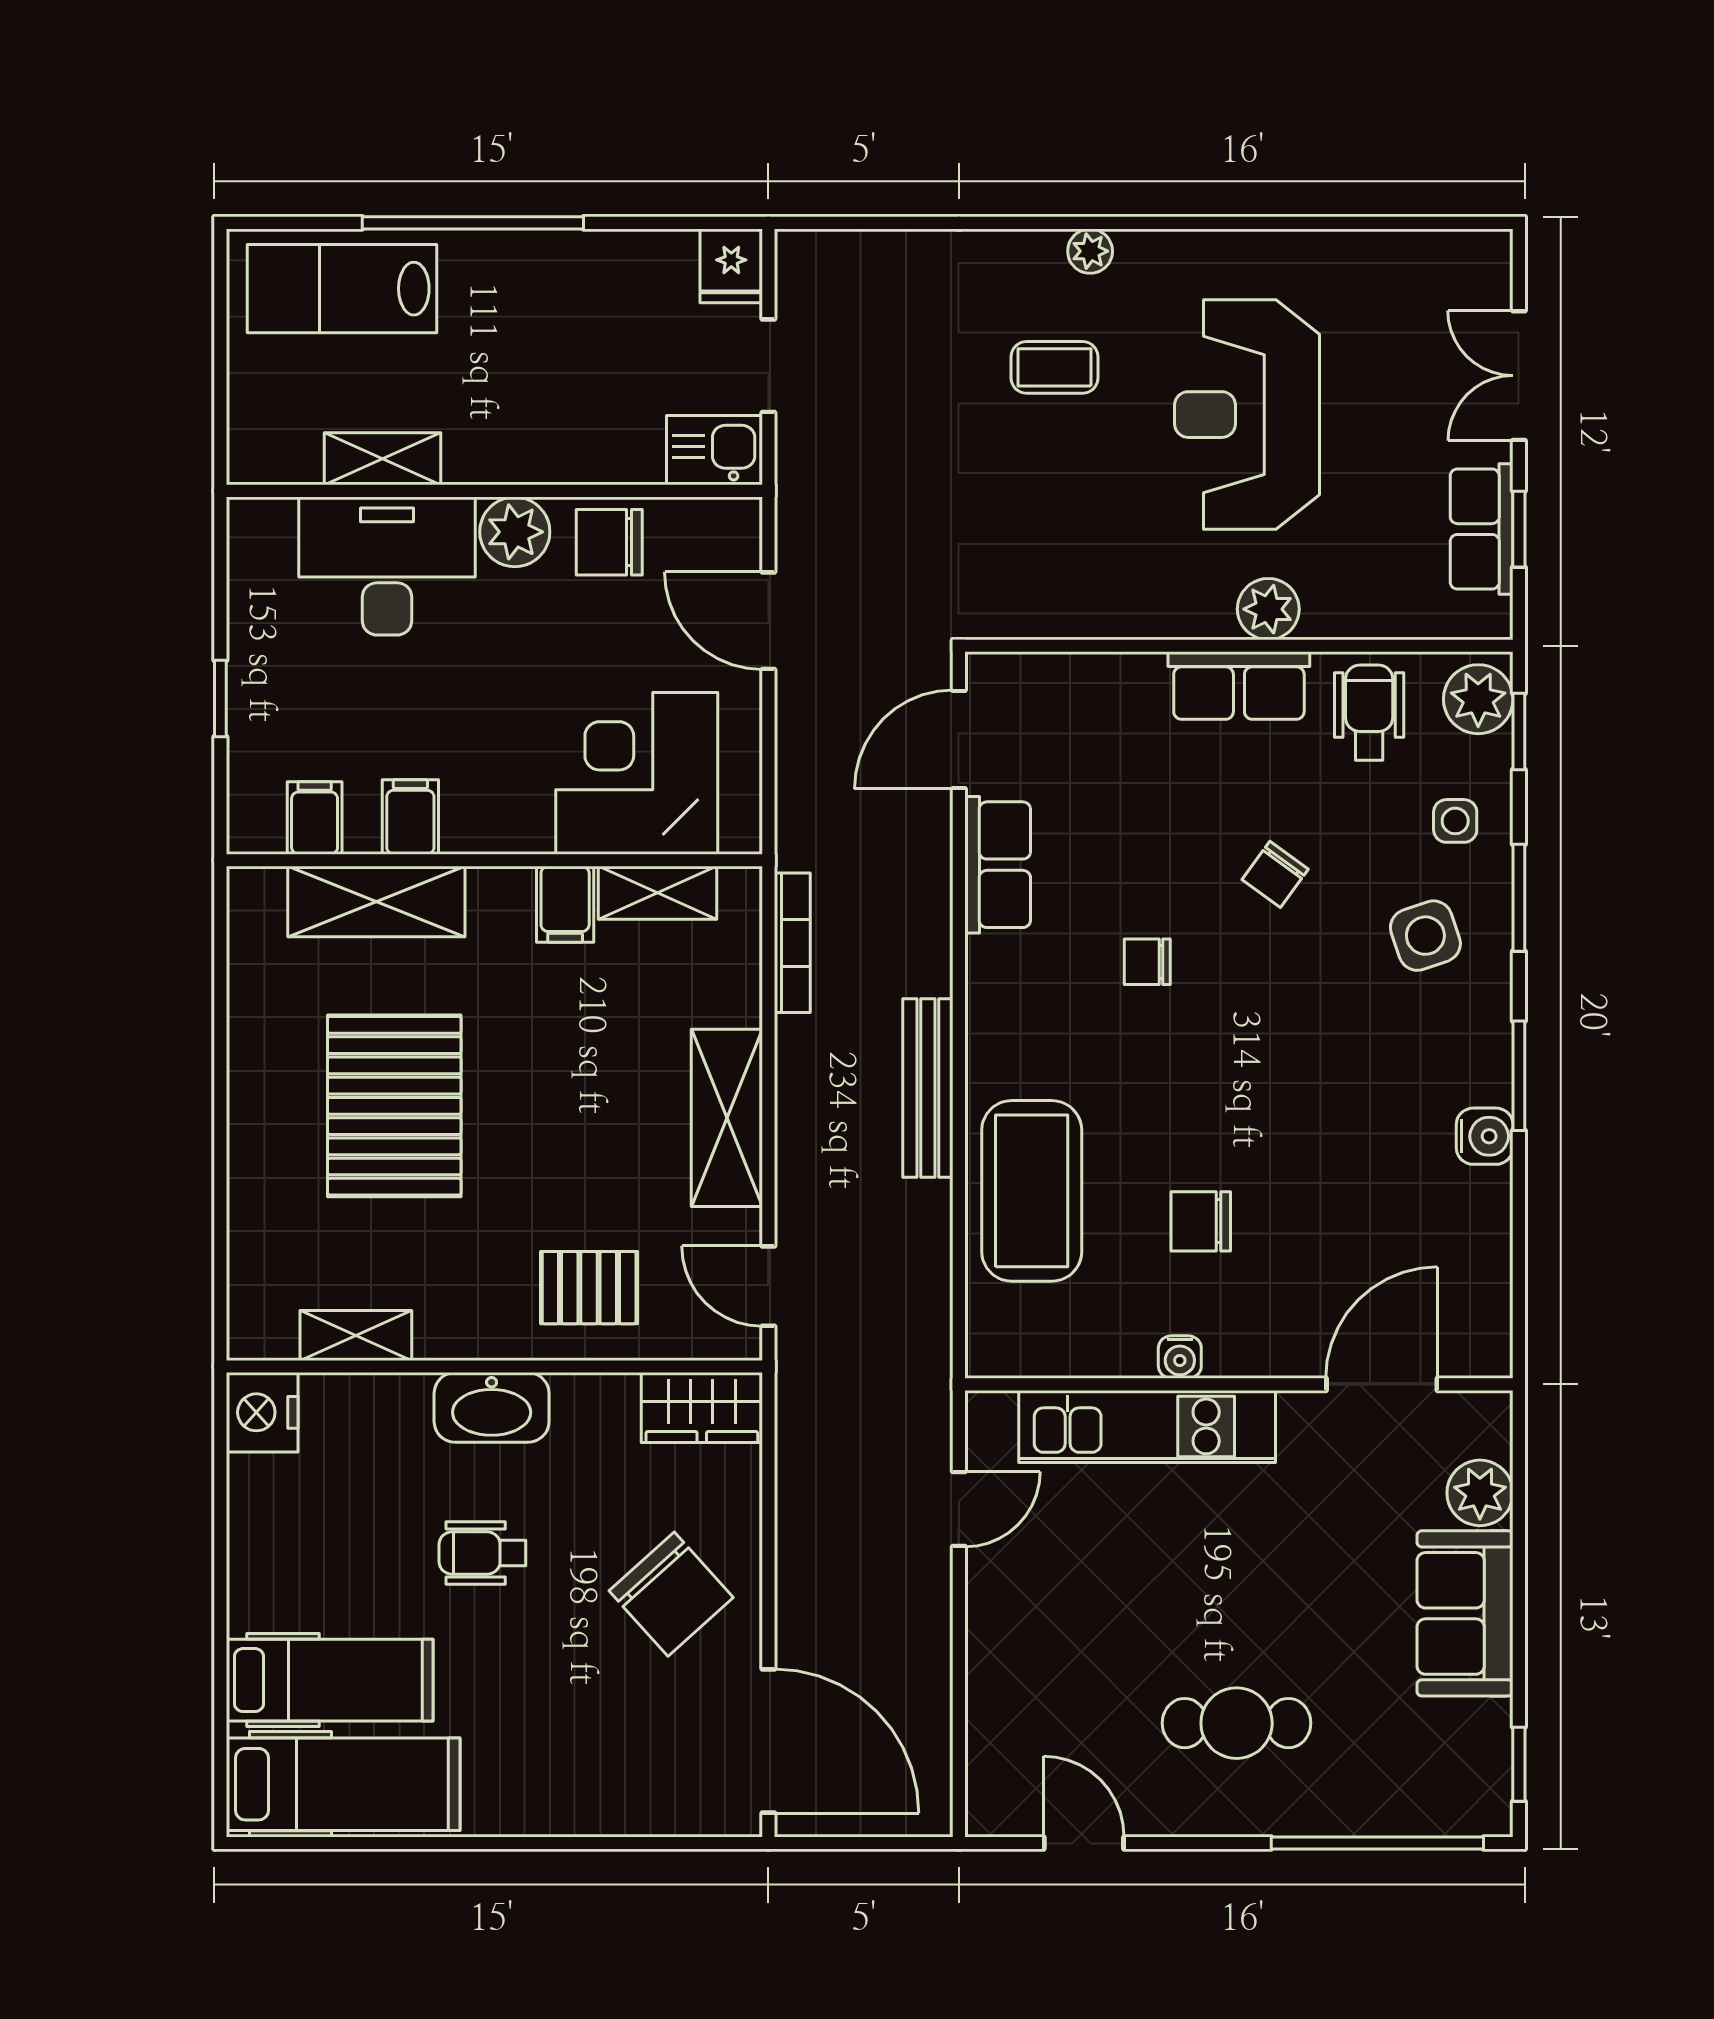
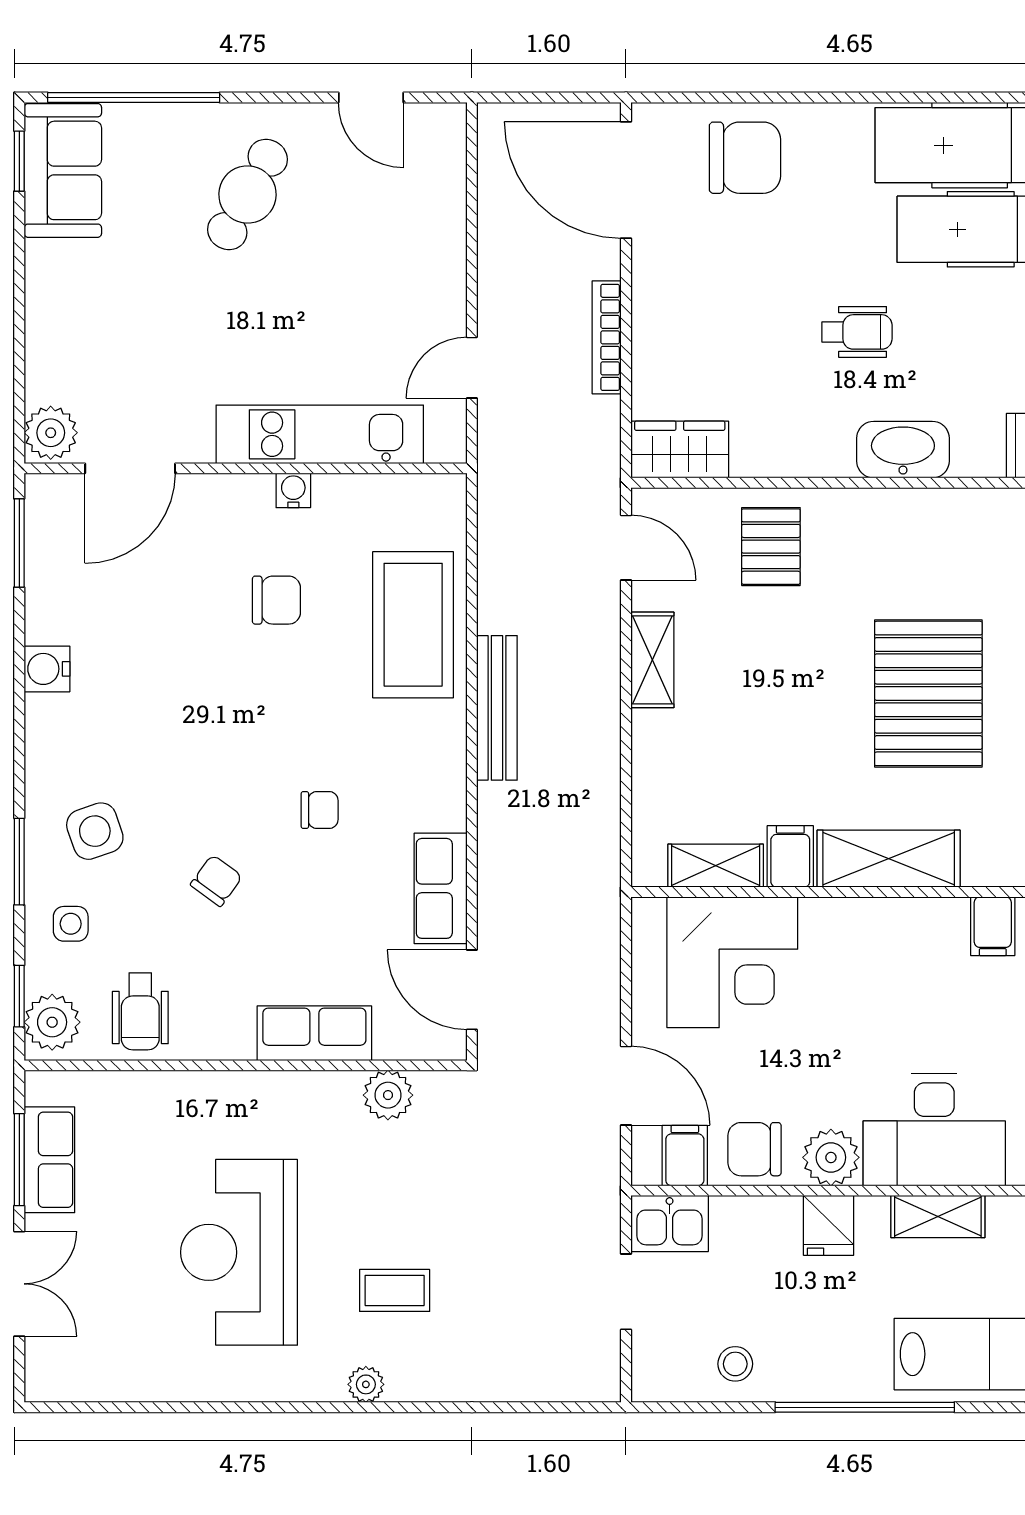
fridge: (731, 266) -> (829, 1225), moved, turned 180
stool: (633, 277) -> (735, 1364), added
reception desk: (1247, 415) -> (239, 1252), turned 180
window: (1519, 529) -> (19, 1160), width x1.50
chair: (609, 542) -> (755, 1149), turned 180
plant: (1268, 609) -> (388, 1095), moved
row of seats: (1239, 686) -> (314, 1033), moved
door: (959, 739) -> (472, 990), swing flipped
filing cabinet: (410, 817) -> (685, 1156), moved, turned 180
shelving: (376, 902) -> (889, 859), moved
bookcase: (792, 943) -> (607, 337), moved
window: (1519, 1076) -> (19, 543), moved
shelving: (727, 1118) -> (652, 660), width x0.67, depth x0.75
pallet: (589, 1288) -> (771, 547), turned 90
shelving: (356, 1335) -> (959, 508), removed
washbasin: (492, 1407) -> (903, 450), moved
plant: (1480, 1493) -> (51, 433), moved
chair: (671, 1594) -> (745, 158), moved, turned 132
sofa: (1465, 1613) -> (63, 170), moved
cafe table: (1237, 1723) -> (247, 194), turned -61

